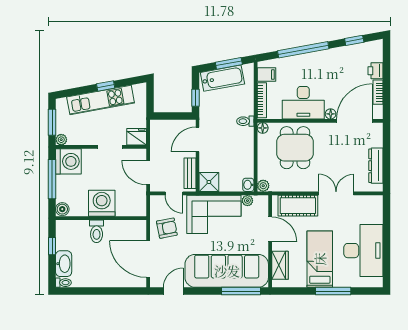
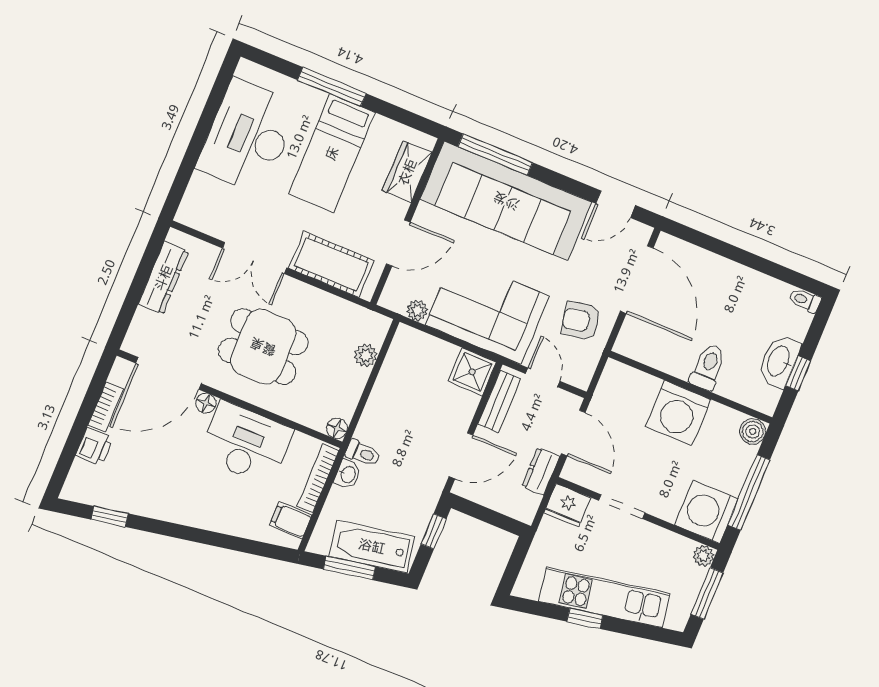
window: (303, 50) -> (207, 537), removed
dresser: (156, 148) -> (541, 471), added
dining table: (295, 148) -> (263, 347), moved, turned 90
washbasin: (248, 185) -> (348, 474), moved
plant: (263, 186) -> (366, 355), moved
door: (270, 229) -> (398, 243), swing flipped
washbasin: (64, 264) -> (779, 361), moved

